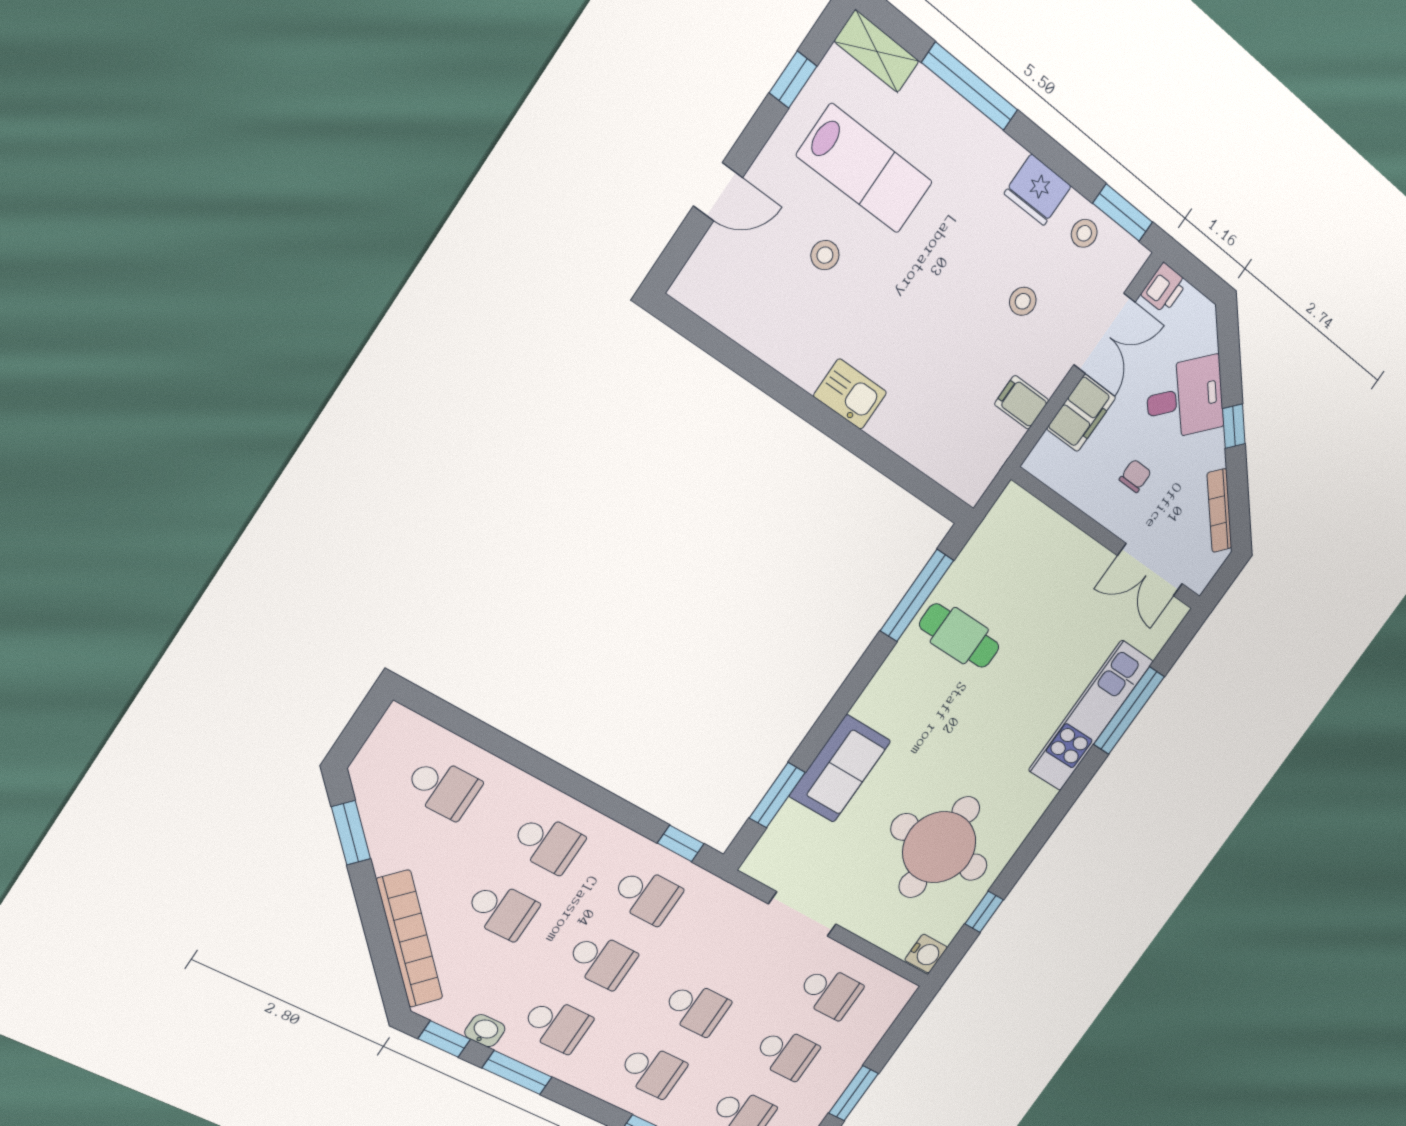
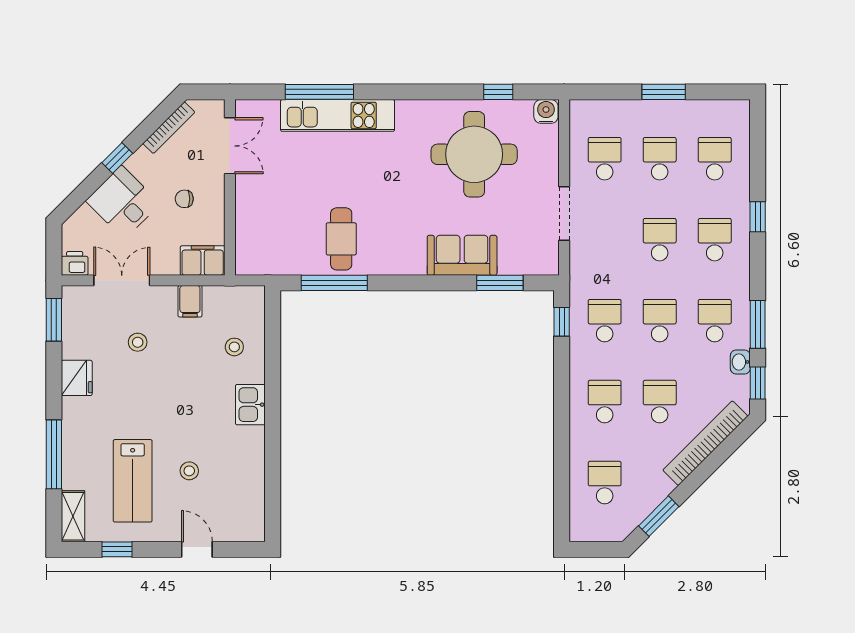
lab bench: (865, 169) -> (133, 481), turned 180
stool: (1084, 233) -> (234, 347), moved
filing cabinet: (1081, 413) -> (203, 261), moved

